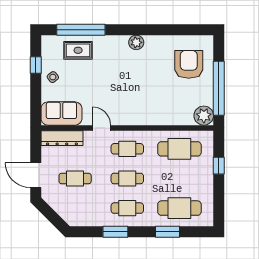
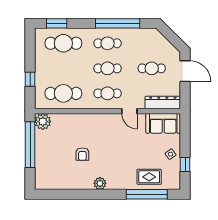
armchair: (189, 64) -> (82, 154), moved, width x0.53, depth x0.53
window: (115, 232) -> (118, 23), width x2.11
window: (167, 232) -> (57, 23), moved

